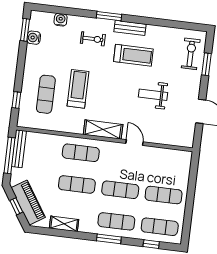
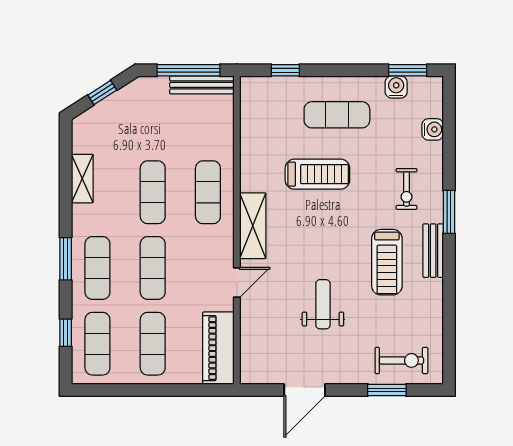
exercise mat: (46, 94) -> (337, 115), moved
piano: (28, 203) -> (218, 348), moved, turned 123

